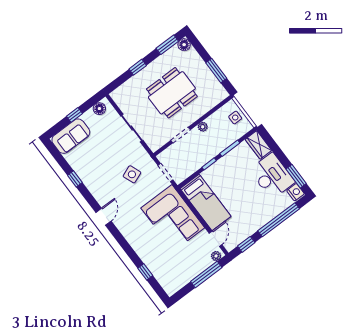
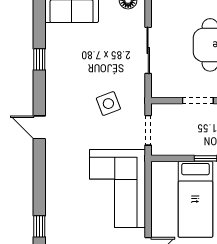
bed: (206, 202) -> (195, 199), moved
door: (103, 217) -> (39, 127), swing flipped

